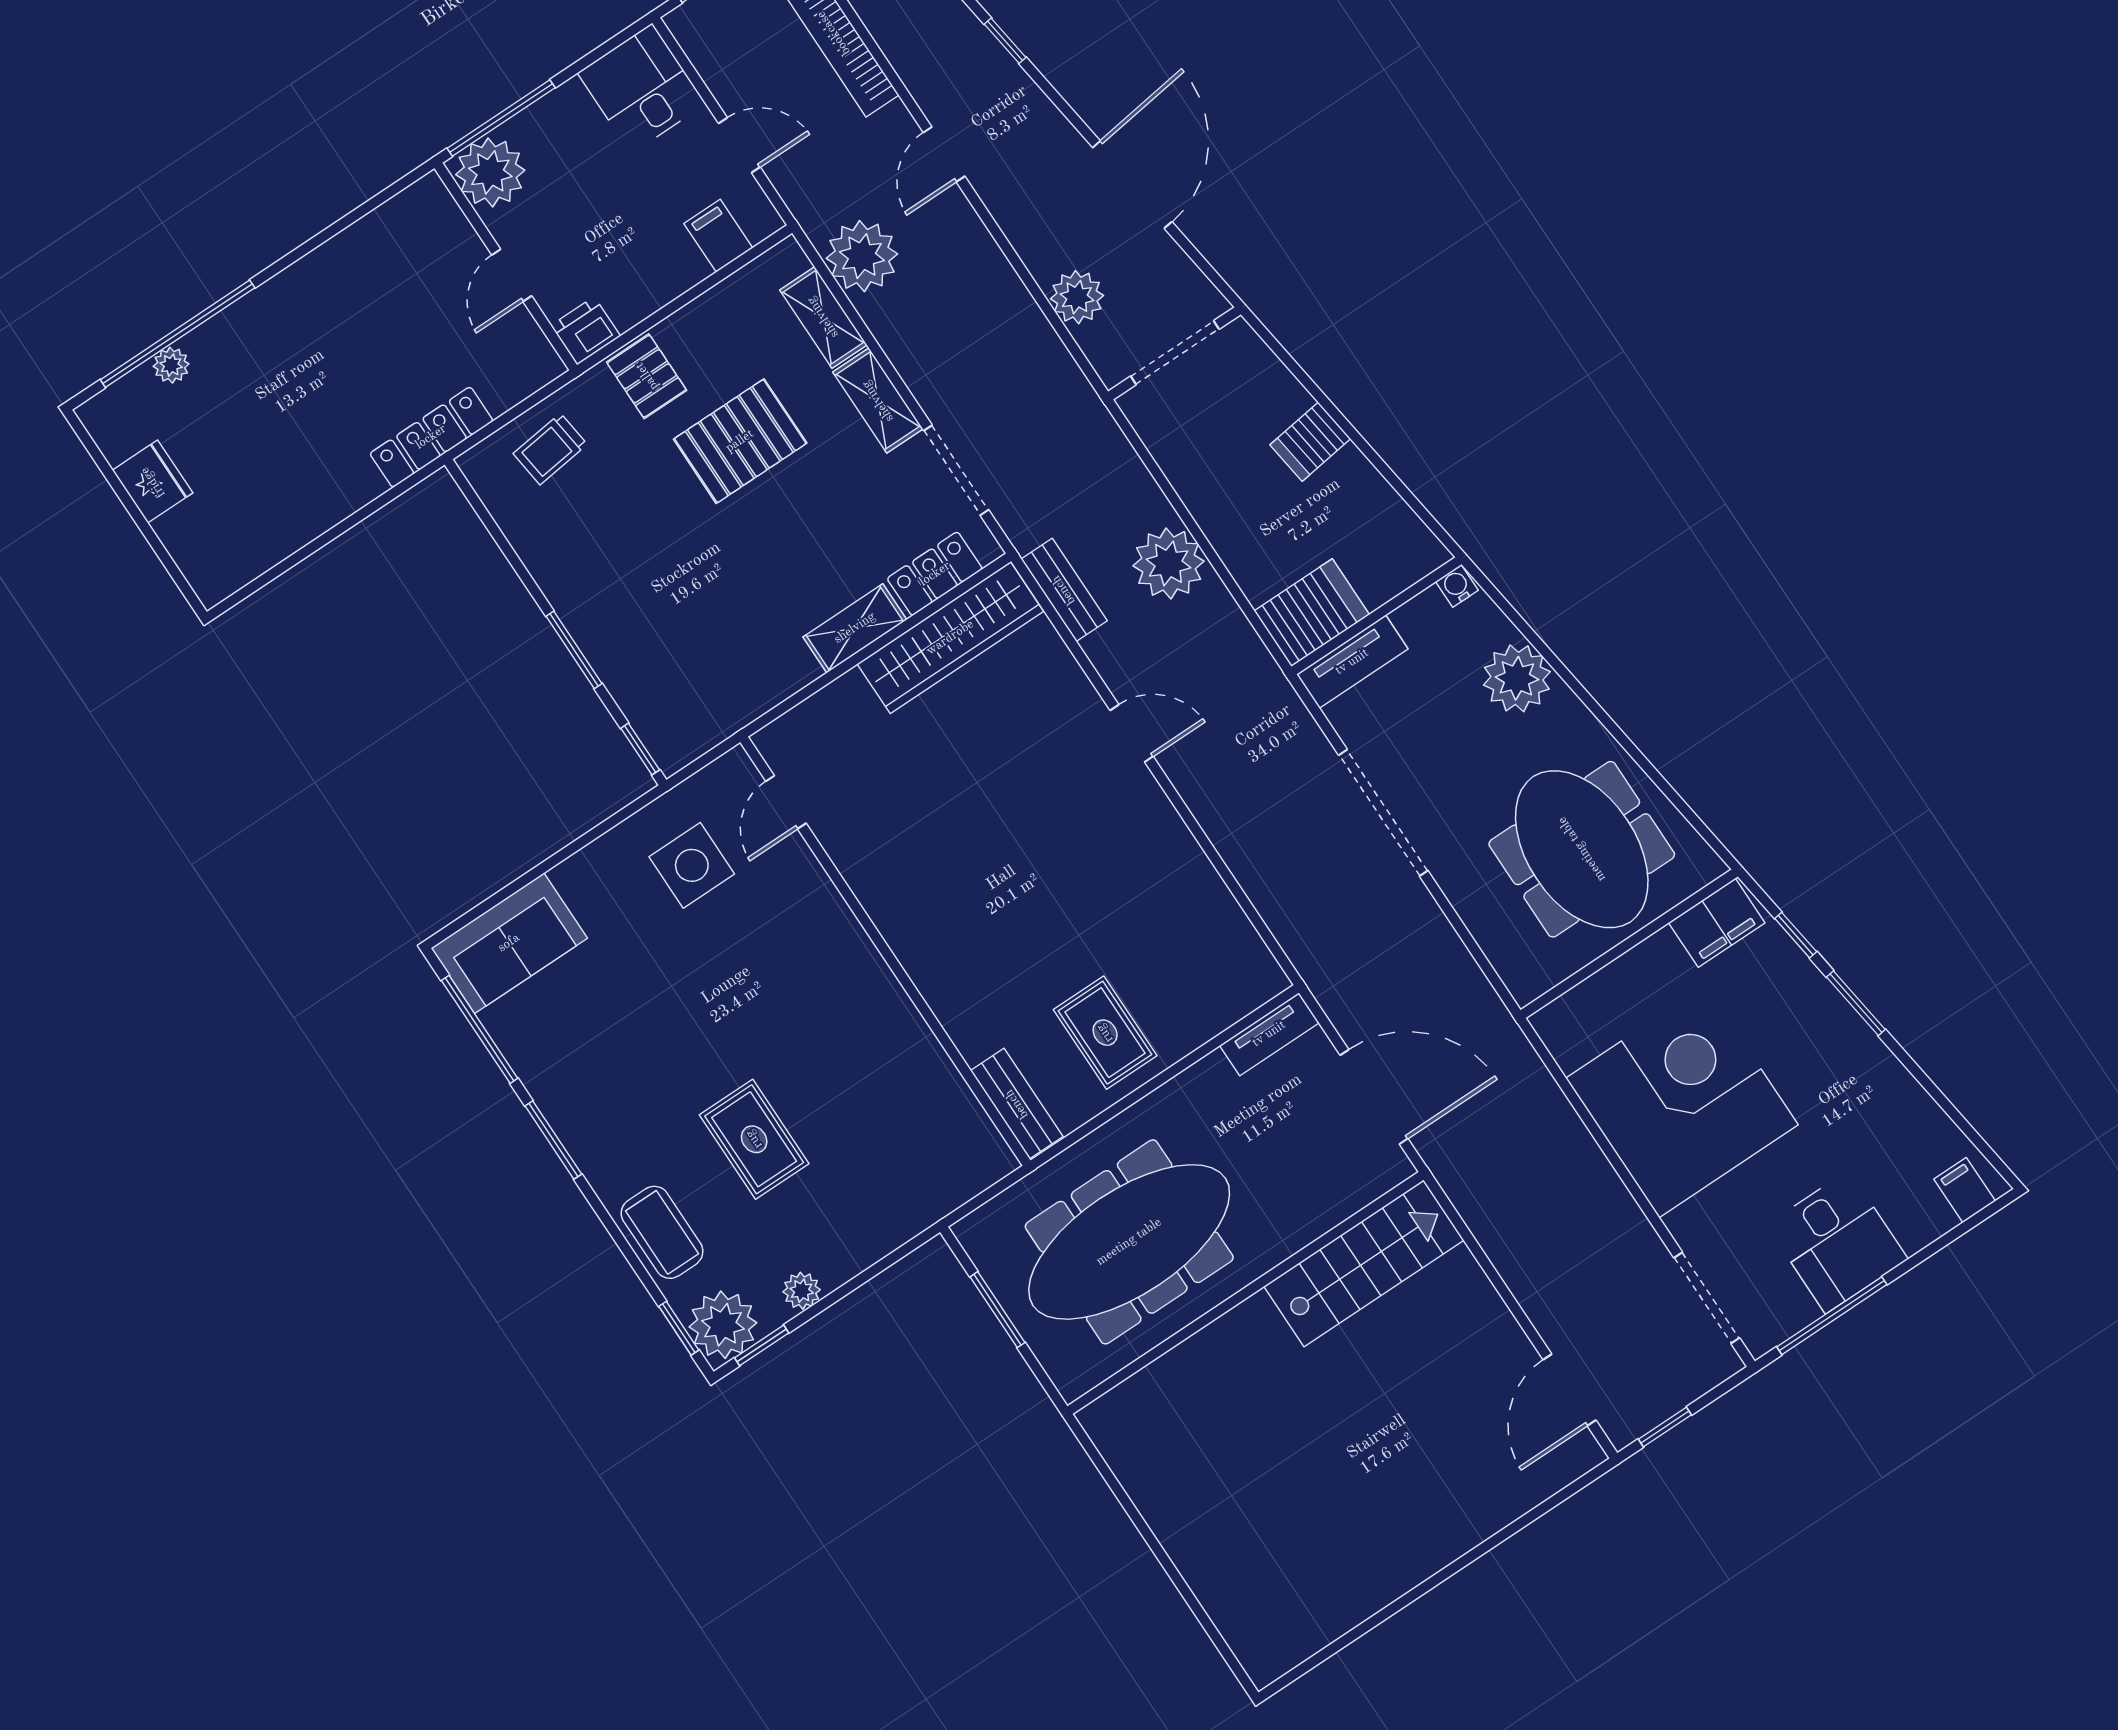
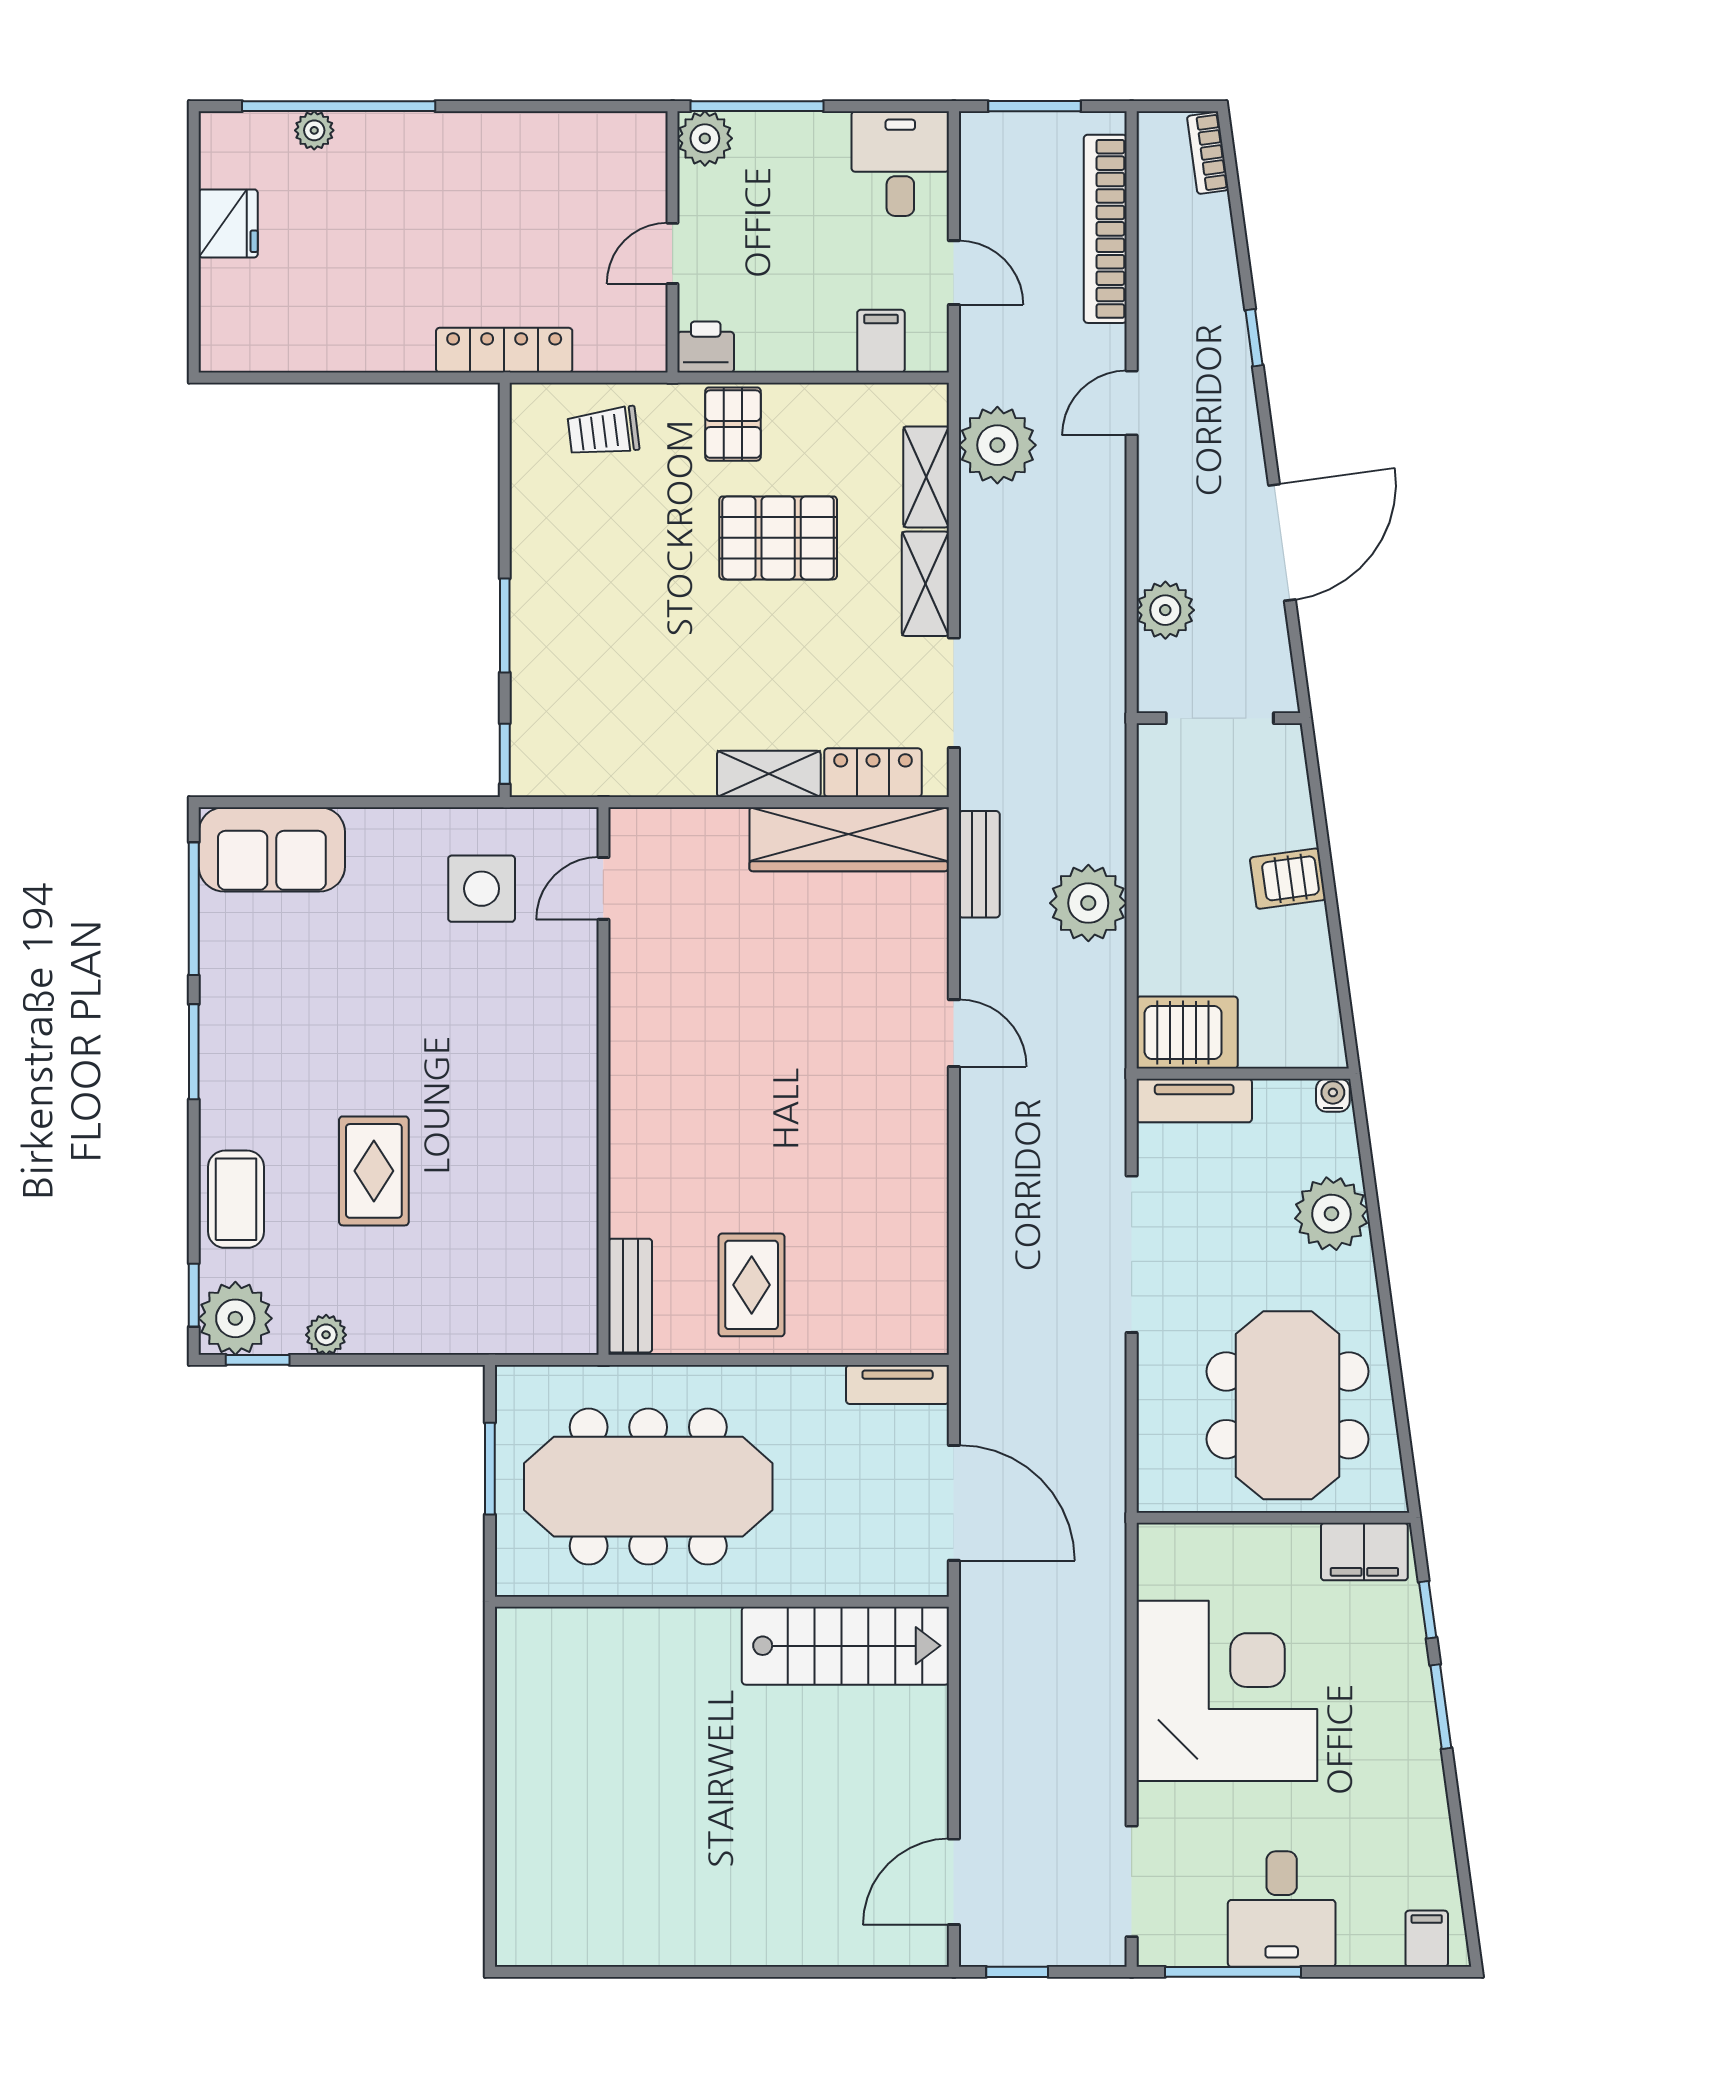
plant: (490, 172) -> (705, 138), width x0.73, depth x0.73

